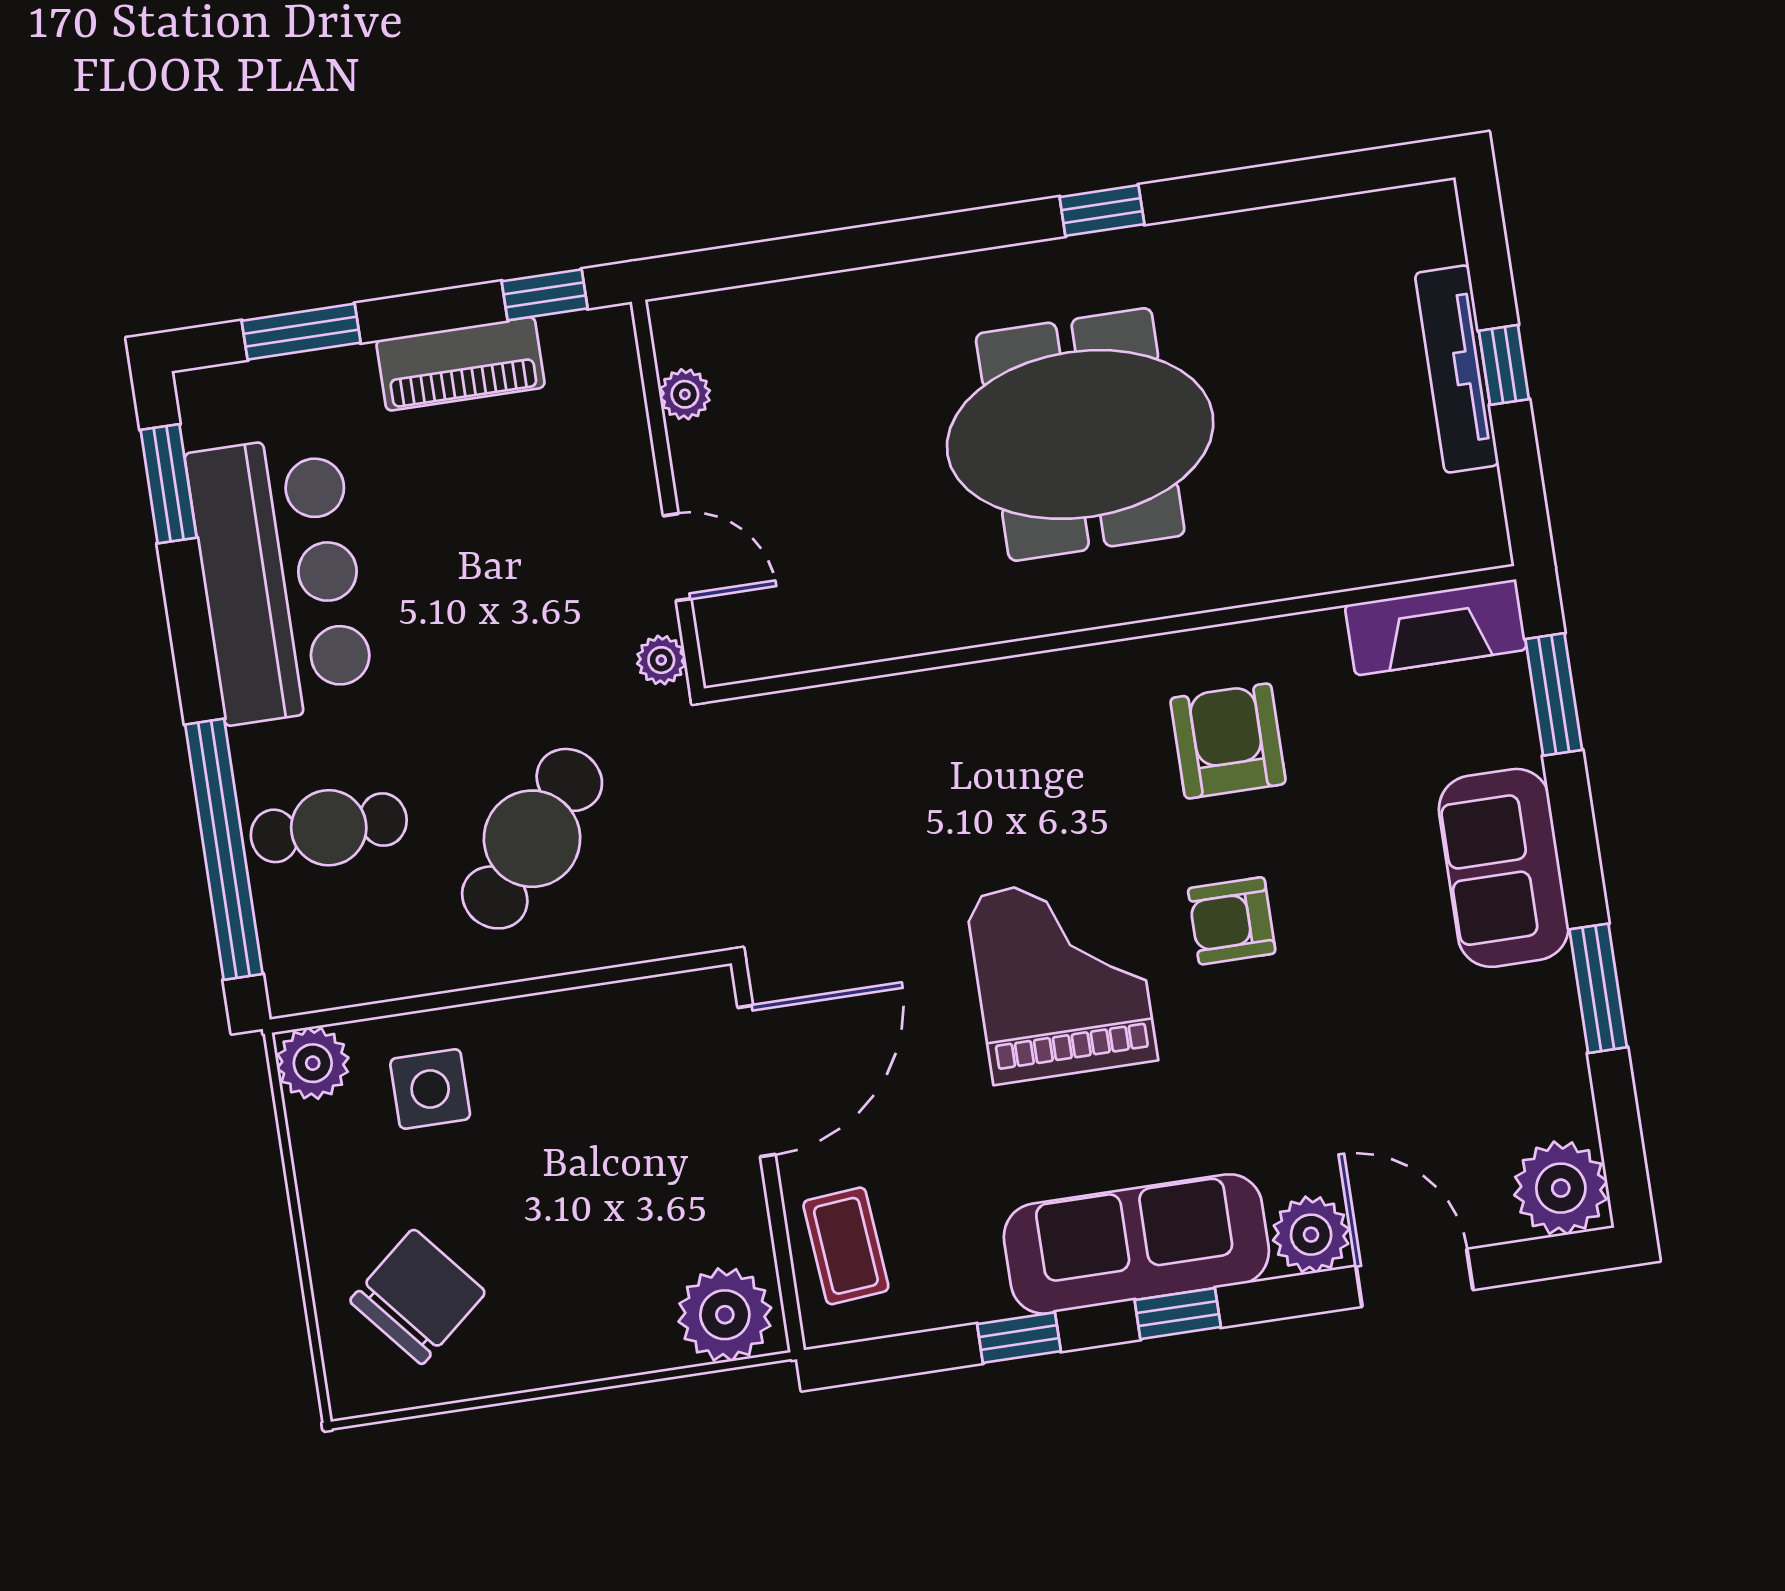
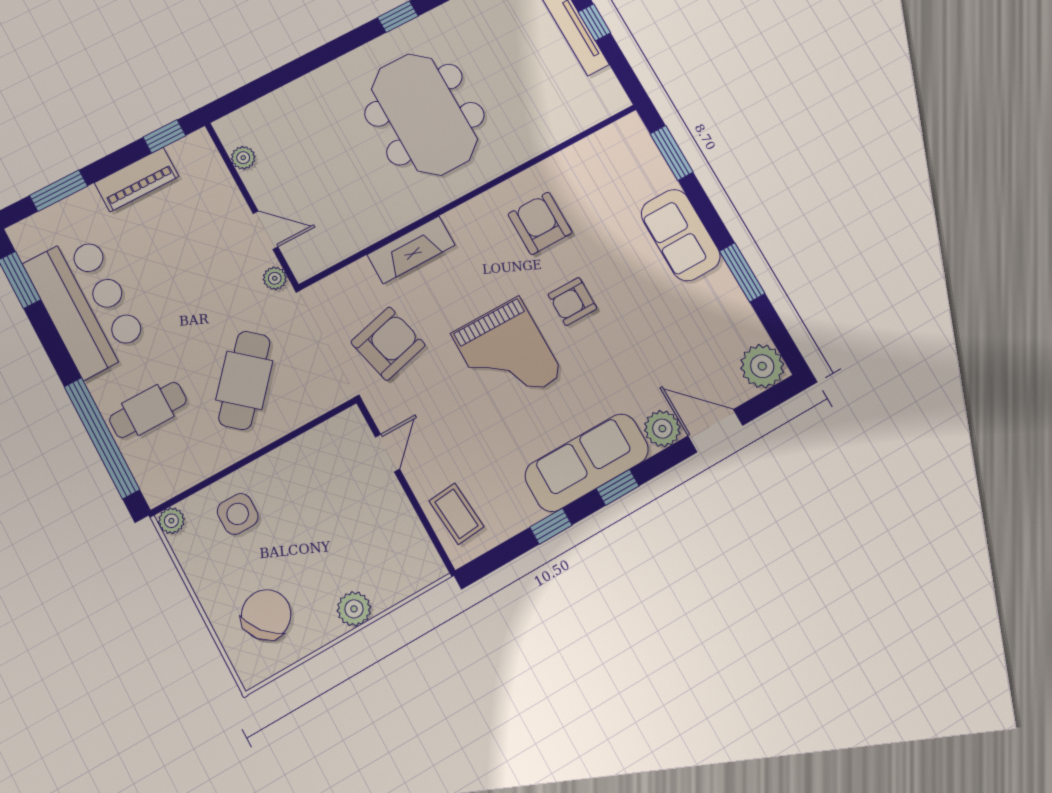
meeting table: (1080, 434) -> (425, 114), turned 90
fireplace: (1436, 627) -> (411, 250), moved
armchair: (836, 870) -> (388, 344), added
grand piano: (1061, 978) -> (507, 355), turned 180
plant: (313, 1063) -> (171, 521), width x0.73, depth x0.73
door: (756, 1081) -> (387, 453), width x0.53
plant: (725, 1315) -> (354, 609), moved, width x0.73, depth x0.73

